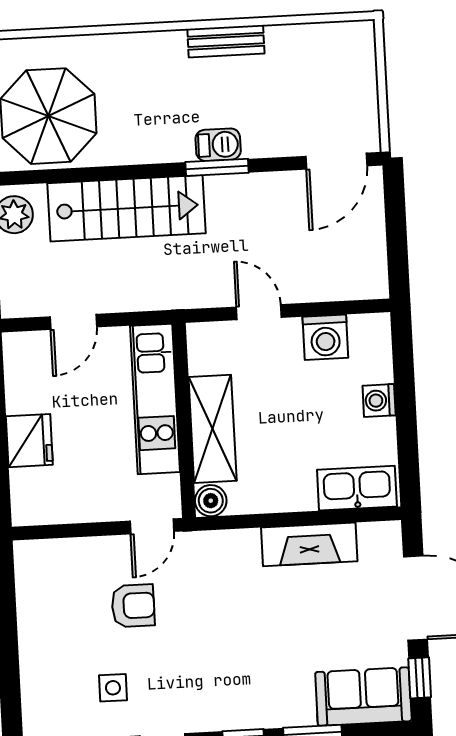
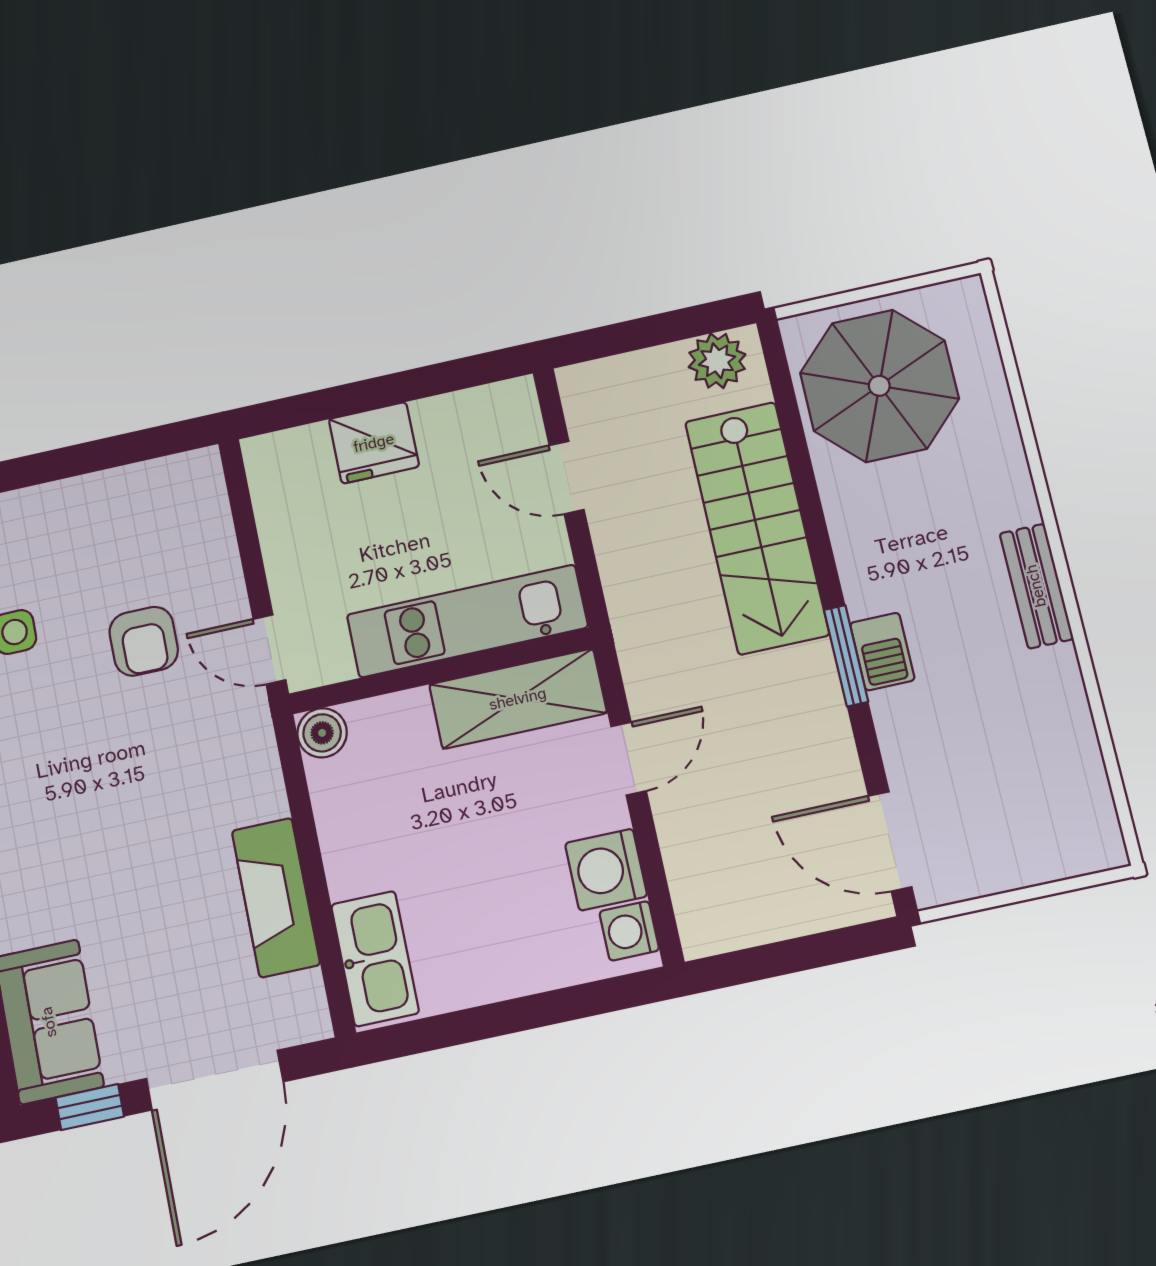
bench: (226, 41) -> (1036, 586), moved
washing machine: (379, 400) -> (629, 931), moved, turned -90
shelving: (213, 429) -> (518, 699), moved

